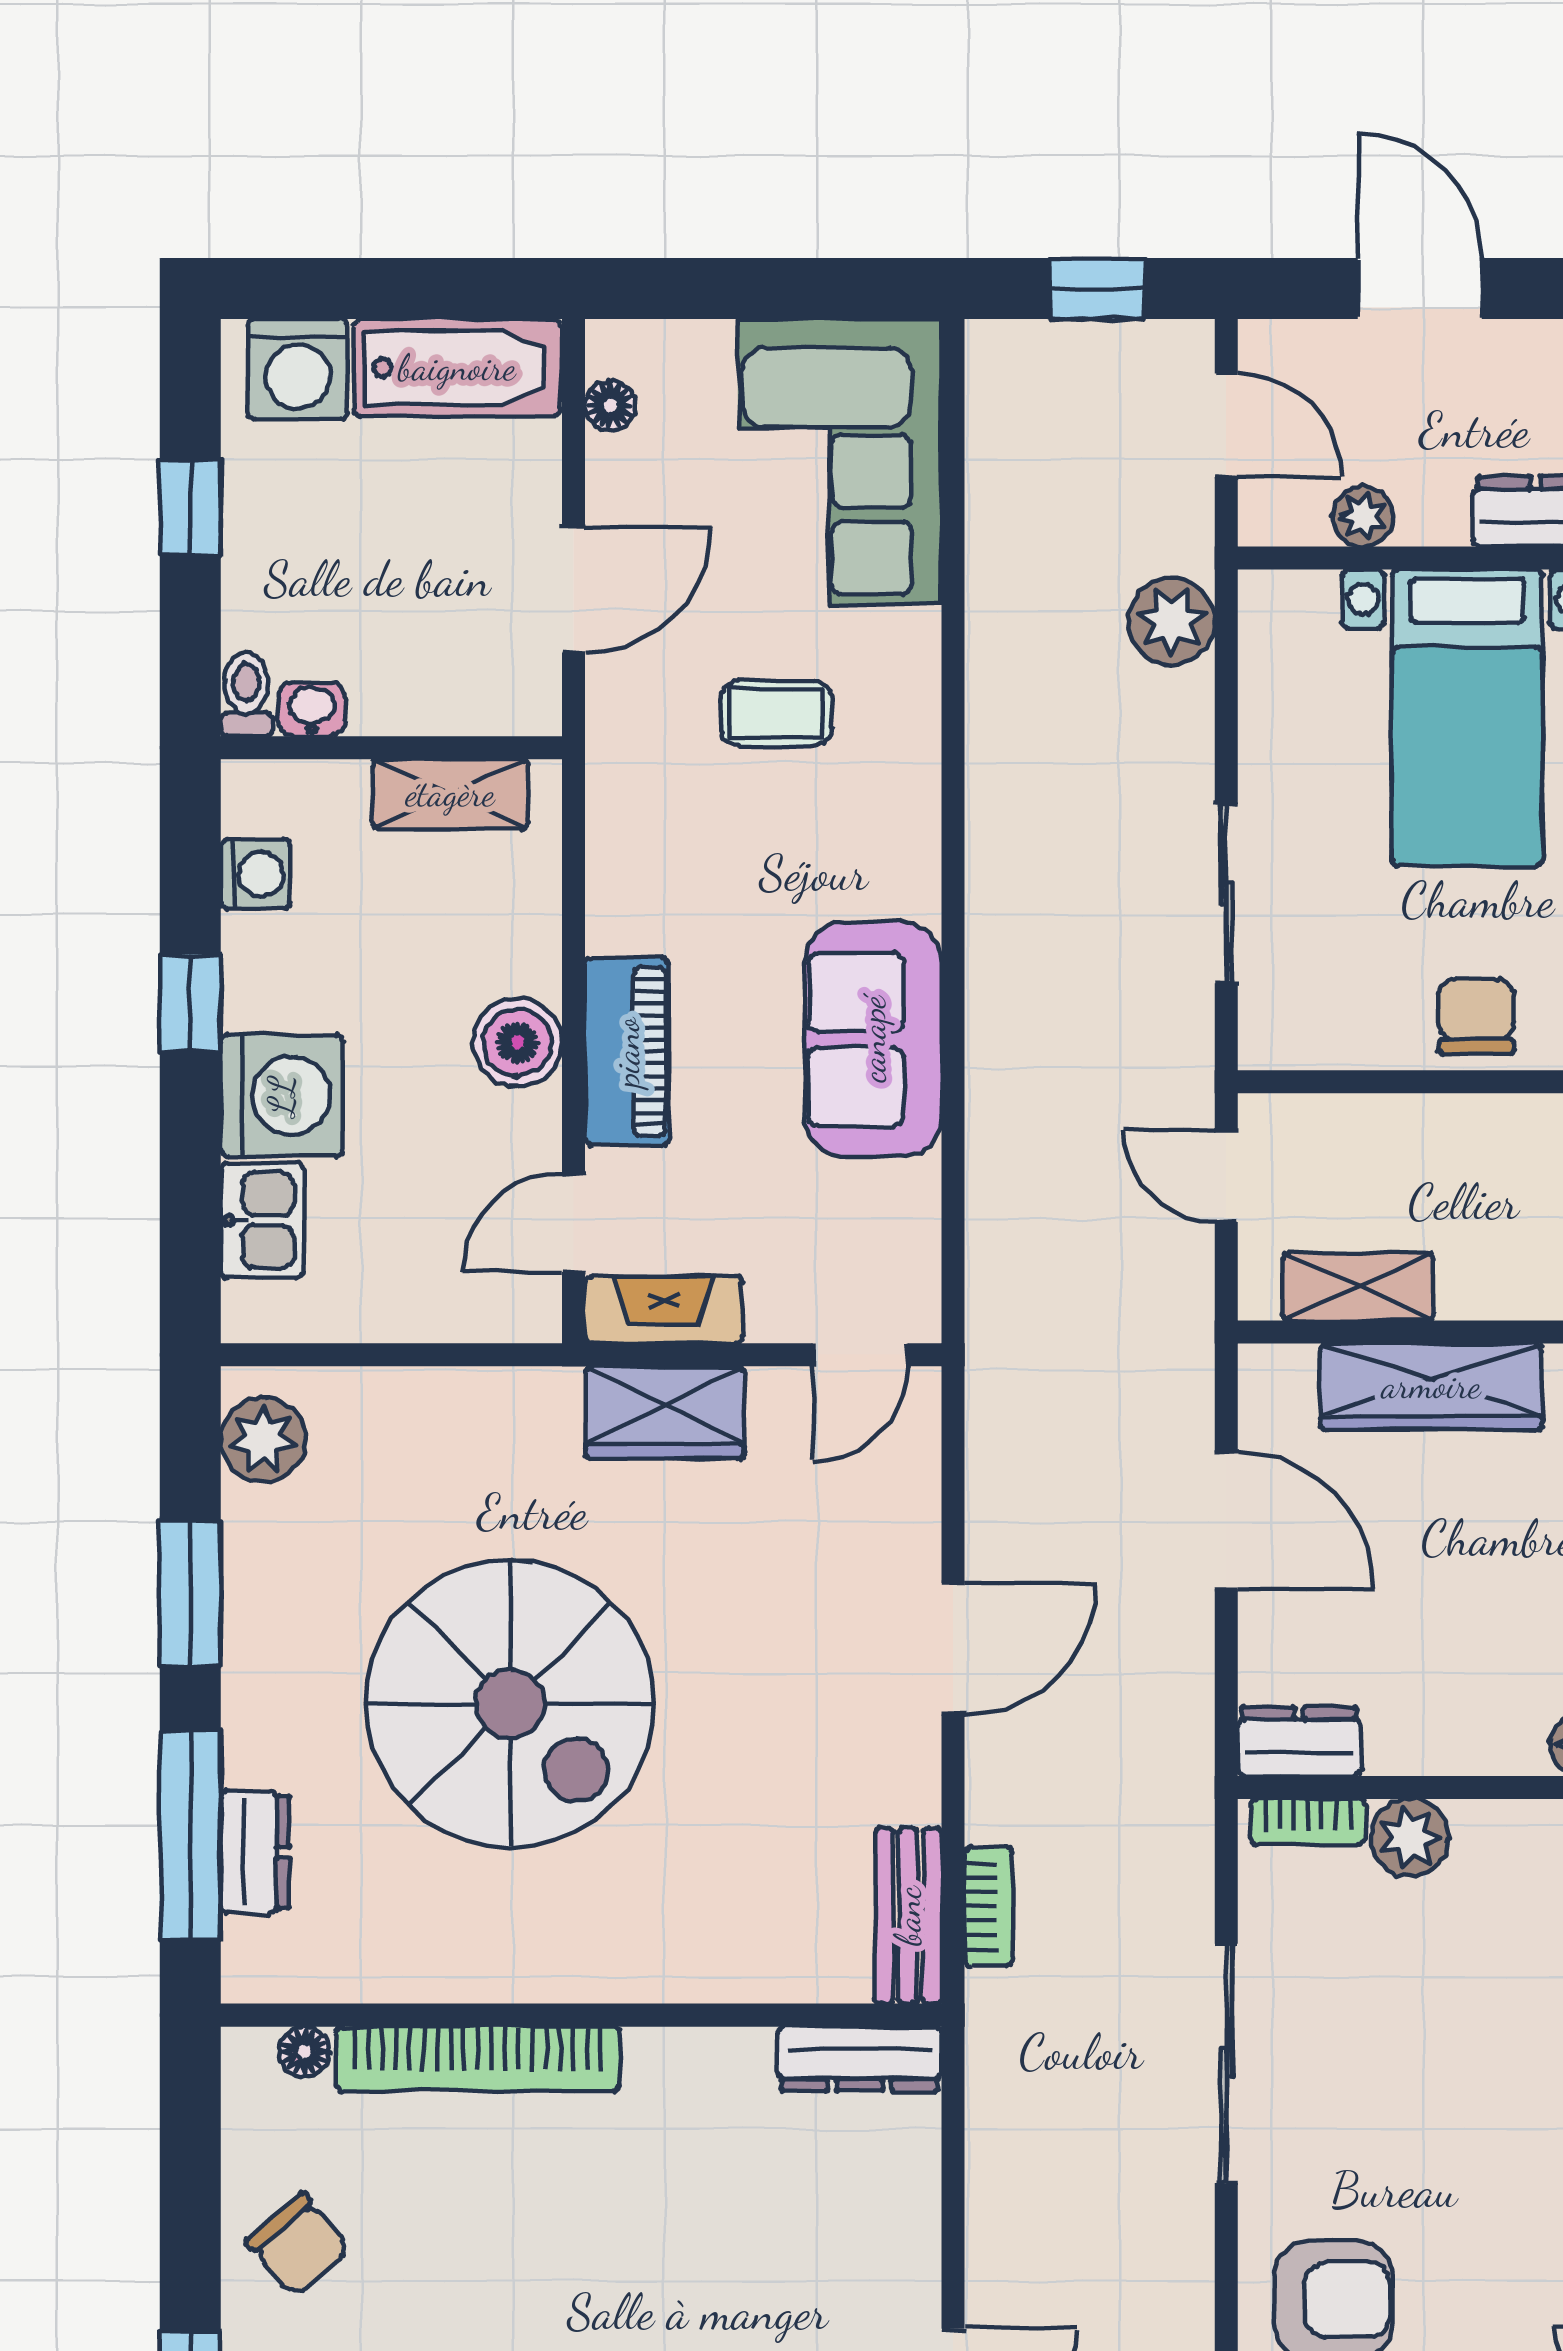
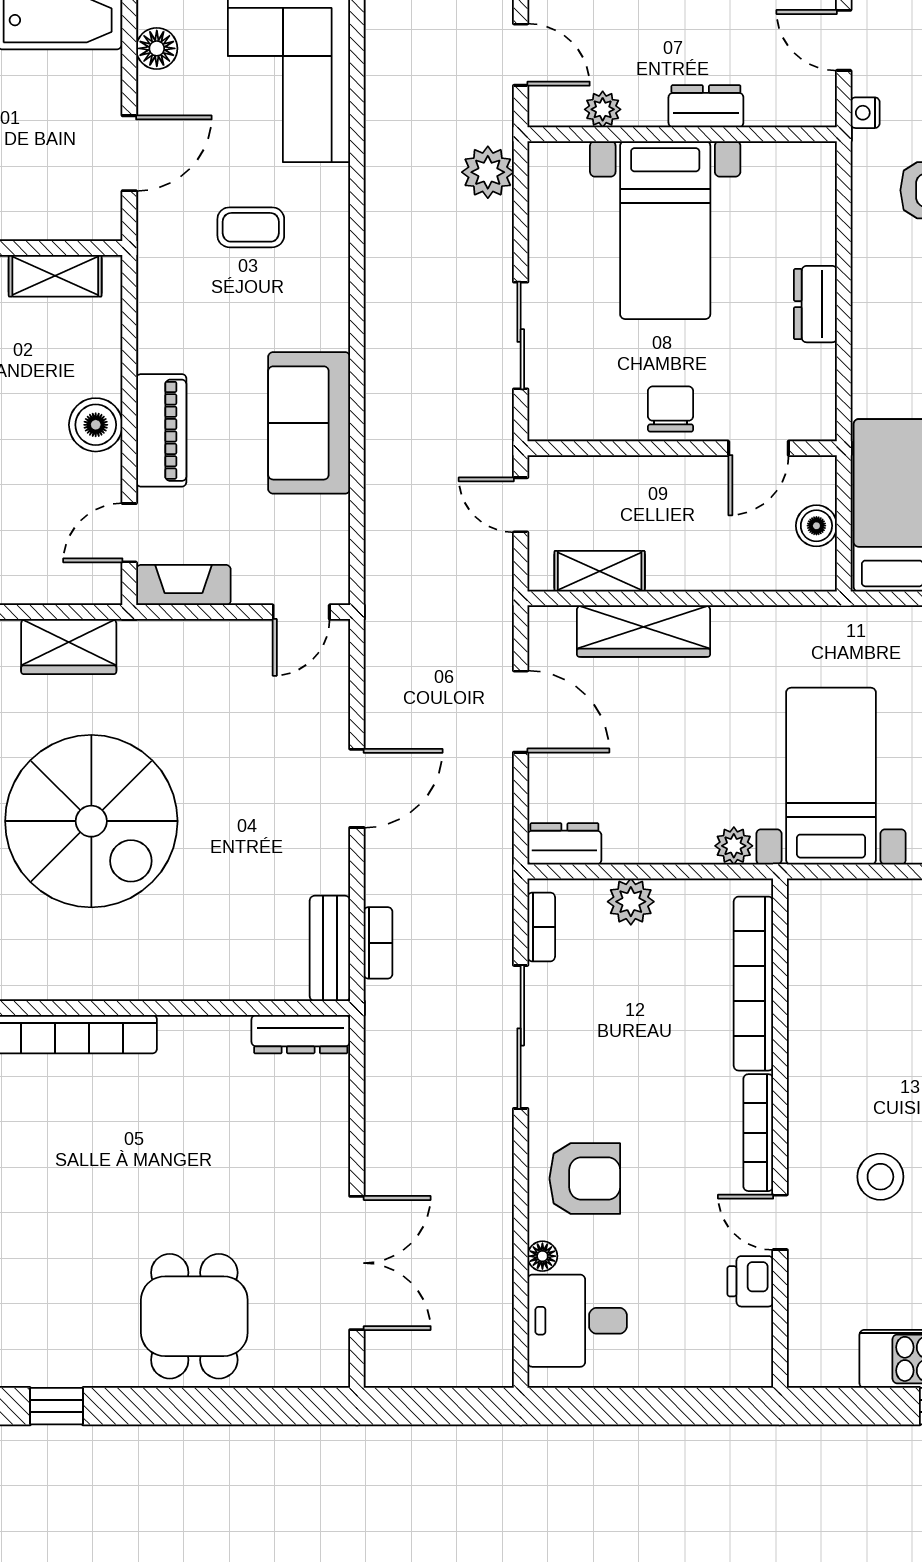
floor lamp: (610, 406) -> (157, 48), width x1.37, depth x1.37
wardrobe: (665, 1412) -> (69, 647), moved
bookcase: (1307, 1822) -> (541, 927), moved, turned -90

